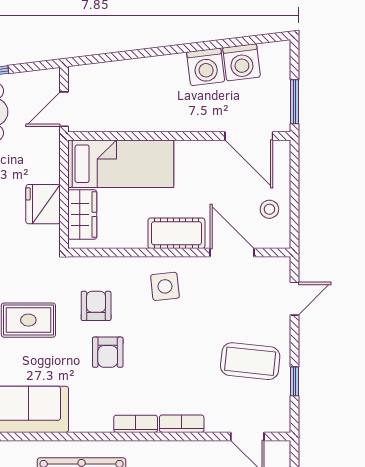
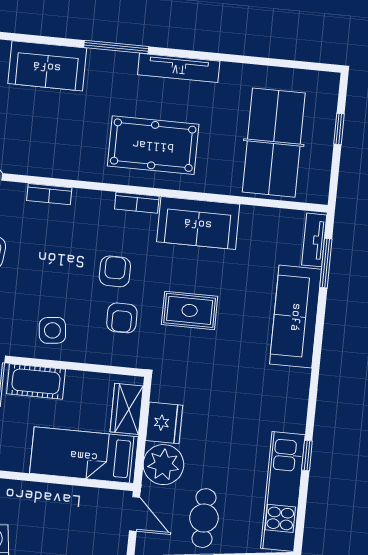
door: (64, 109) -> (134, 514), hinge flipped
plant: (40, 162) -> (163, 465), added
bookcase: (136, 424) -> (137, 203), moved

